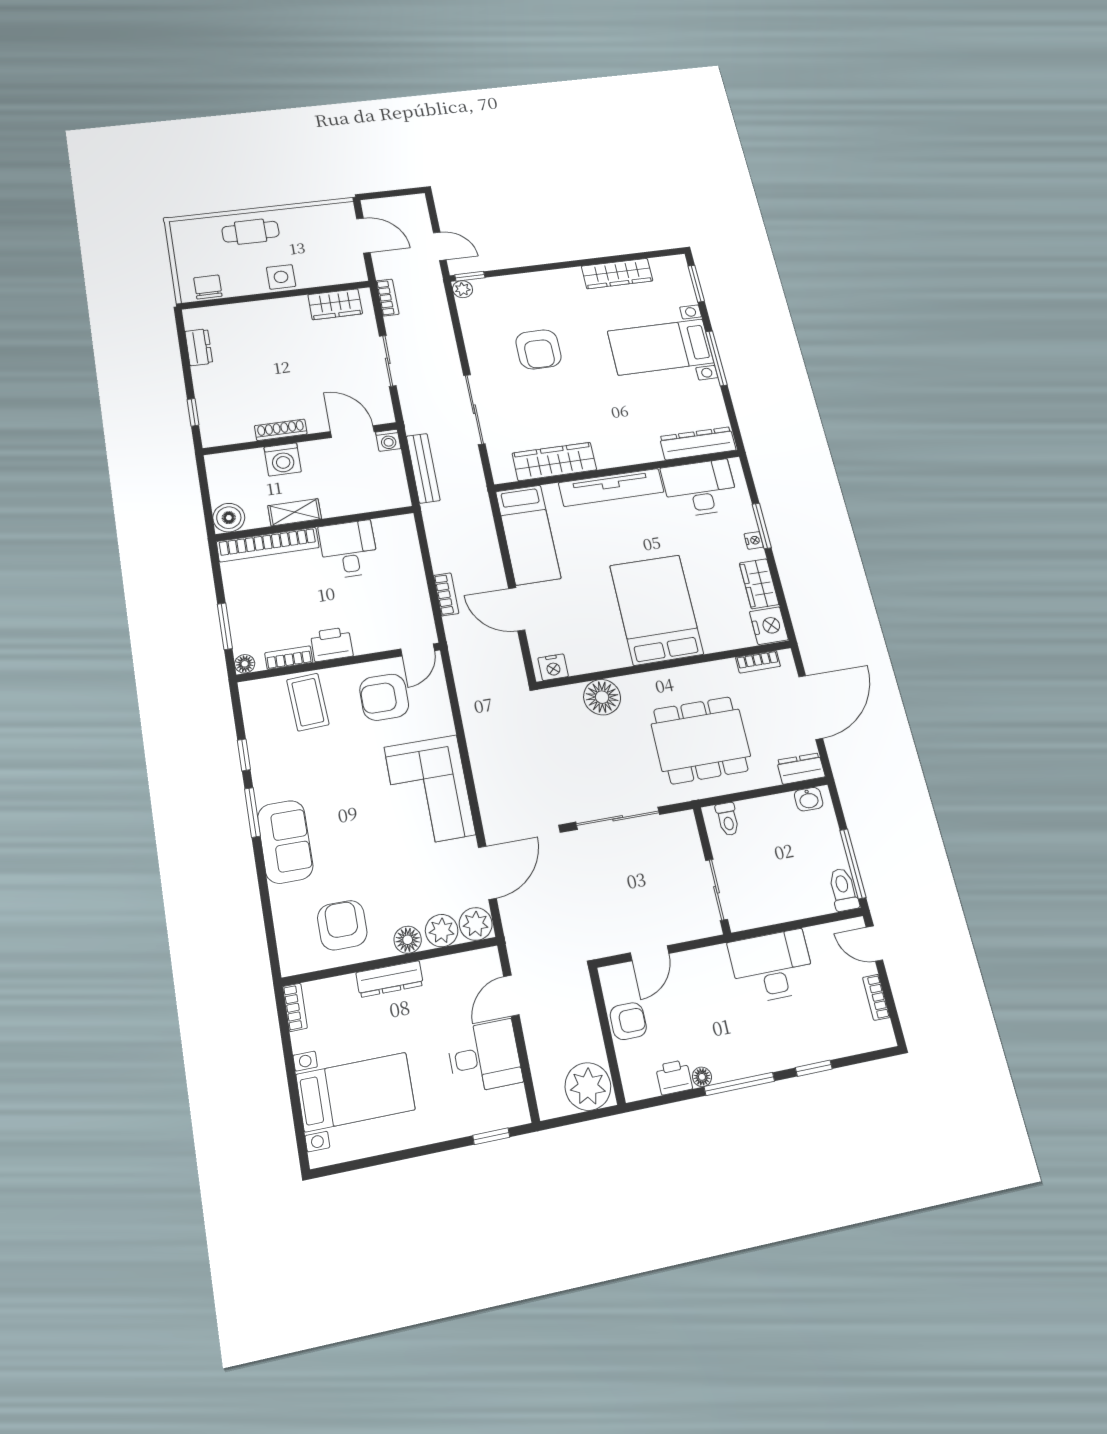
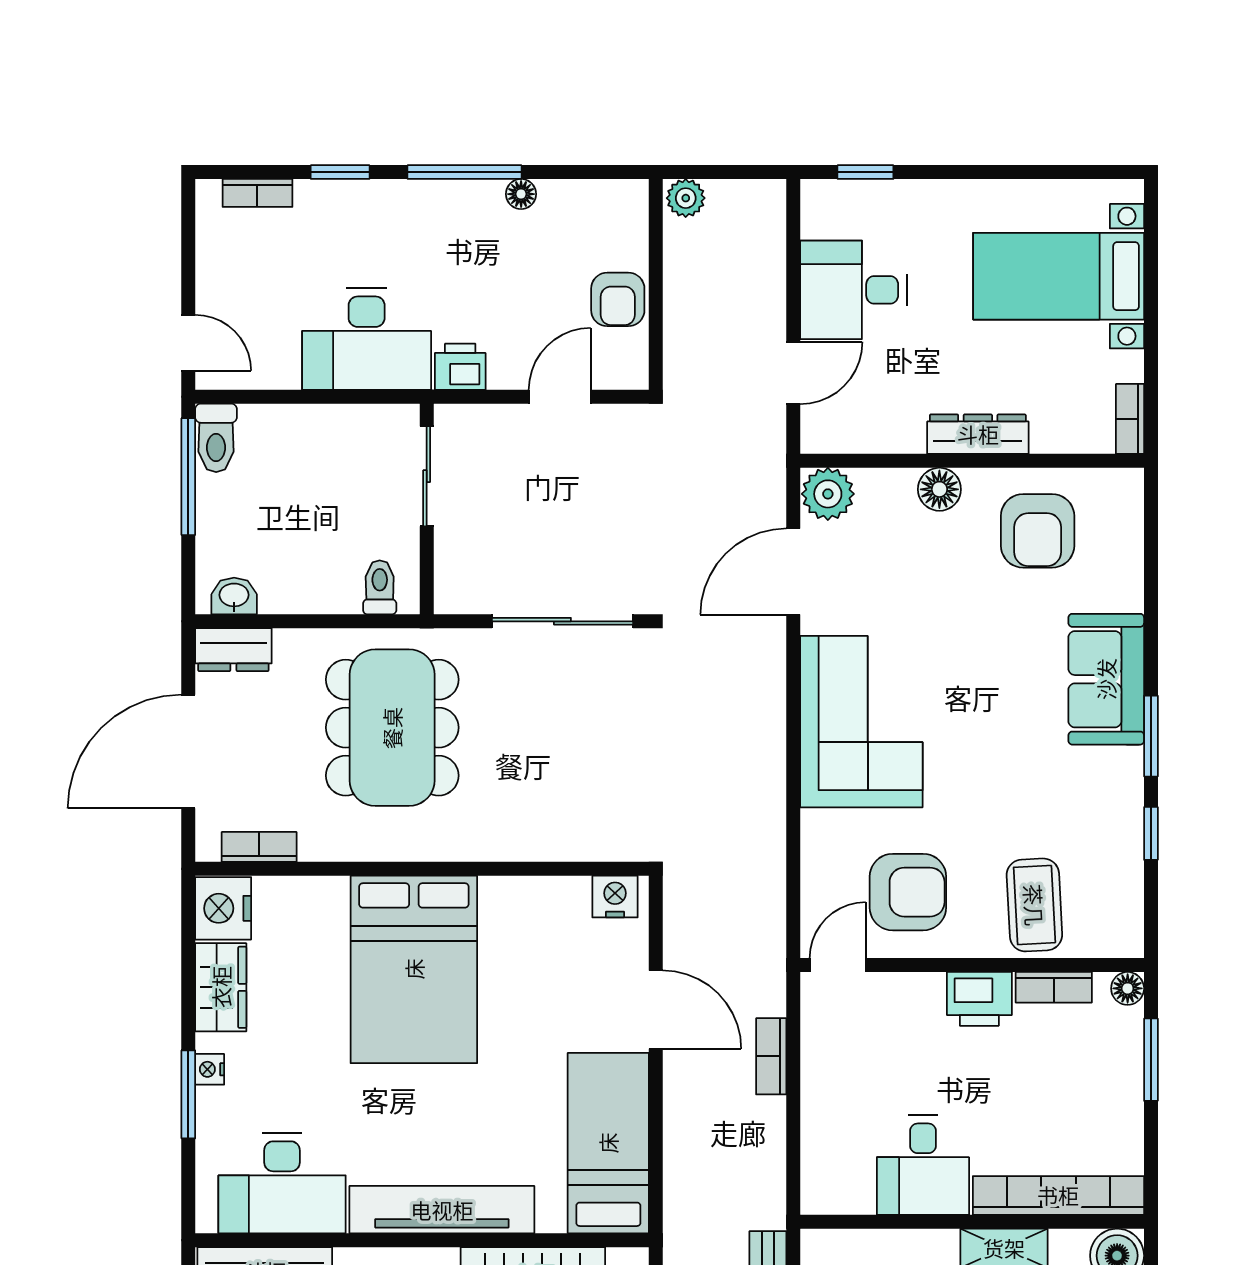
floor lamp: (602, 697) -> (543, 830), removed
dining table: (701, 740) -> (392, 728), turned 90
plant: (442, 931) -> (884, 494), removed
bookcase: (876, 997) -> (257, 193), moved, turned 90
armchair: (628, 1021) -> (618, 299), turned -90
printer: (674, 1077) -> (460, 367), moved, turned 180
plant: (588, 1086) -> (686, 198), width x0.53, depth x0.53

